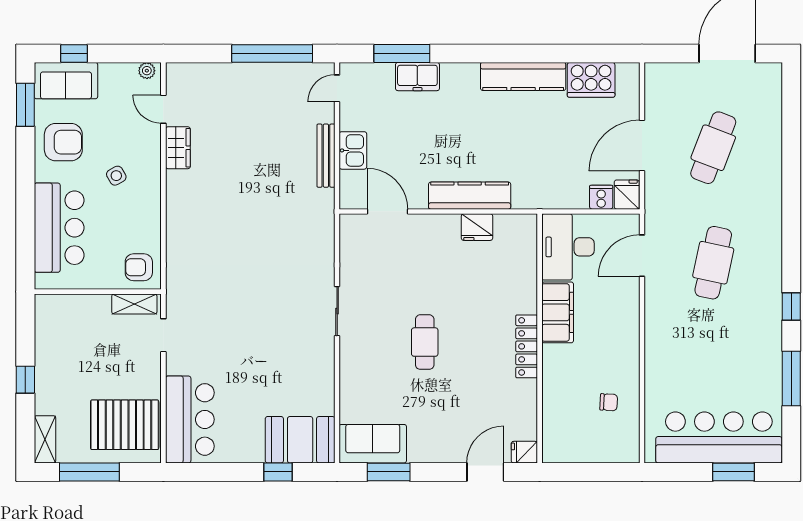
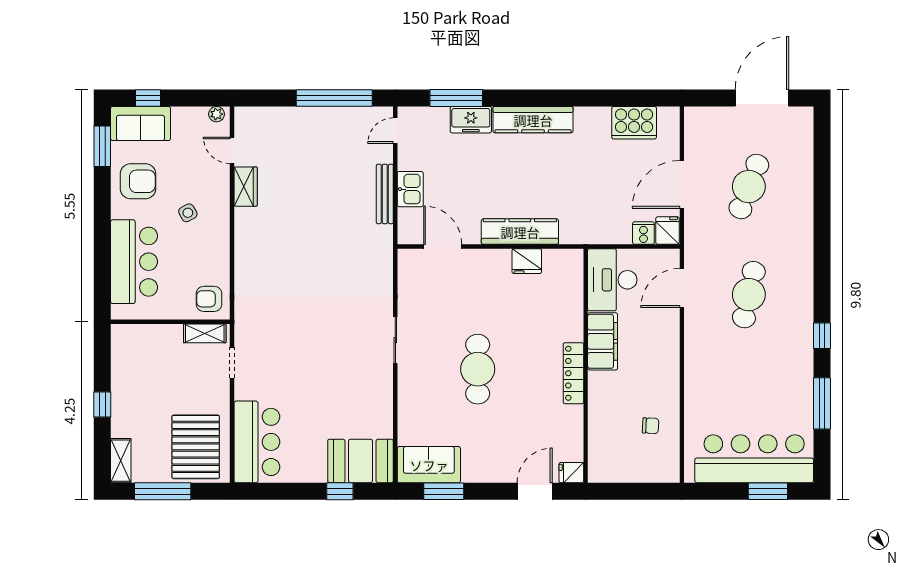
kitchen counter: (523, 77) -> (533, 120), moved
cafe table: (425, 342) -> (478, 369), width x1.37, depth x1.35
pallet: (125, 425) -> (196, 447), turned 90

